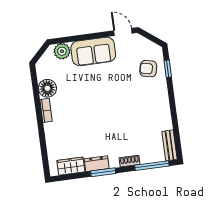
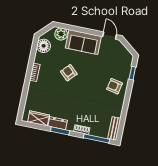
armchair: (148, 69) -> (114, 86), moved
floor lamp: (47, 88) -> (44, 46), moved
armchair: (89, 96) -> (69, 73), added

